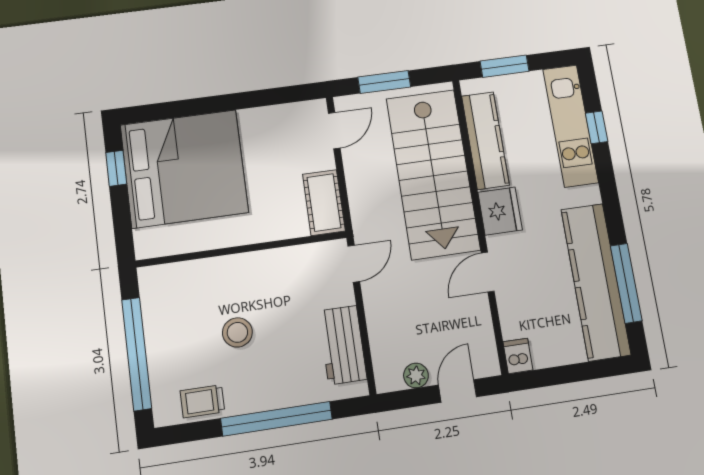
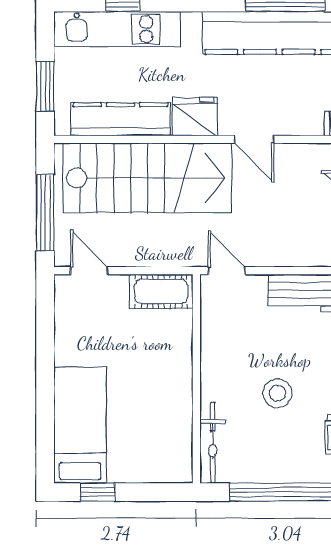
window: (384, 82) -> (45, 213), width x1.44
bed: (184, 169) -> (80, 425), width x0.49
bicycle: (179, 275) -> (213, 443), added

